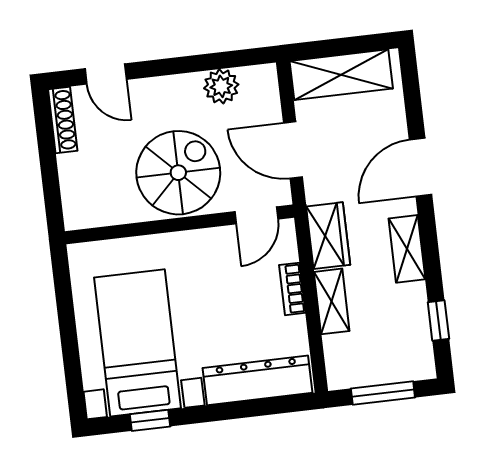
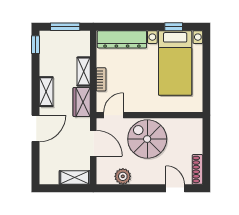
shelving: (341, 75) -> (75, 178), width x0.67, depth x0.75
spiral stairs: (178, 173) -> (147, 139), turned 90
window: (438, 320) -> (36, 45), moved

